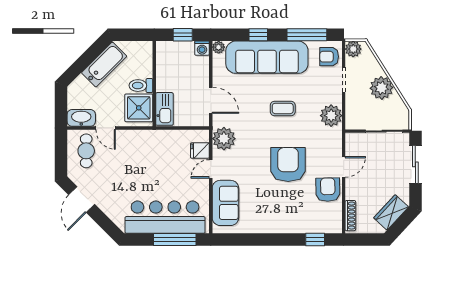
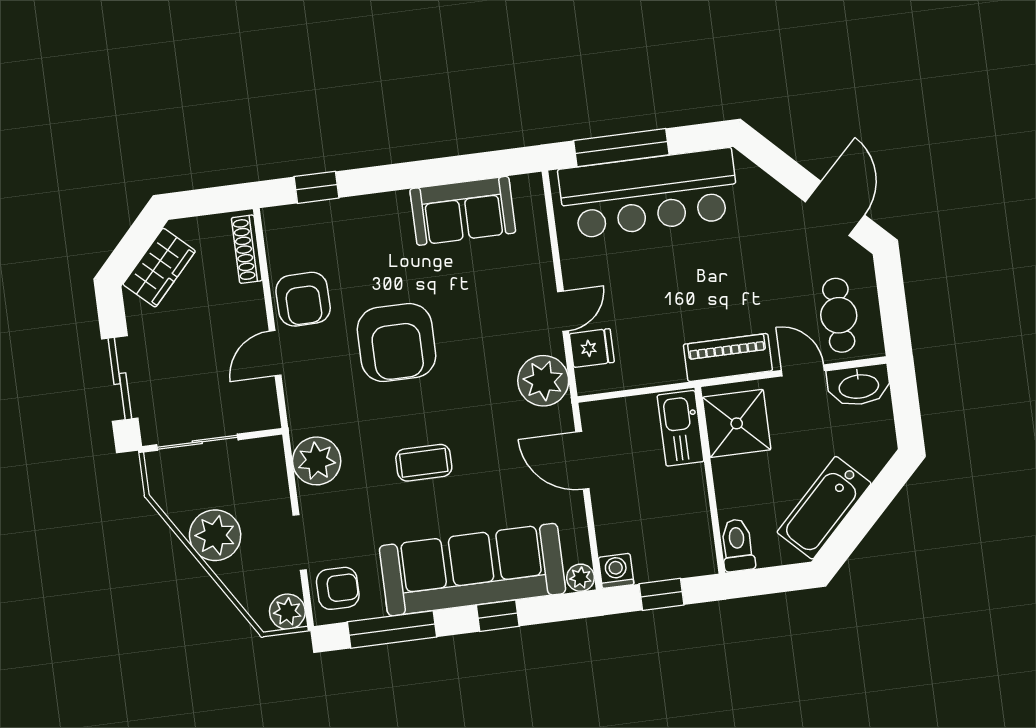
toilet: (141, 86) -> (737, 545), moved, turned -90
piano: (139, 138) -> (728, 358), added
sofa: (225, 203) -> (463, 211), moved, turned -90

